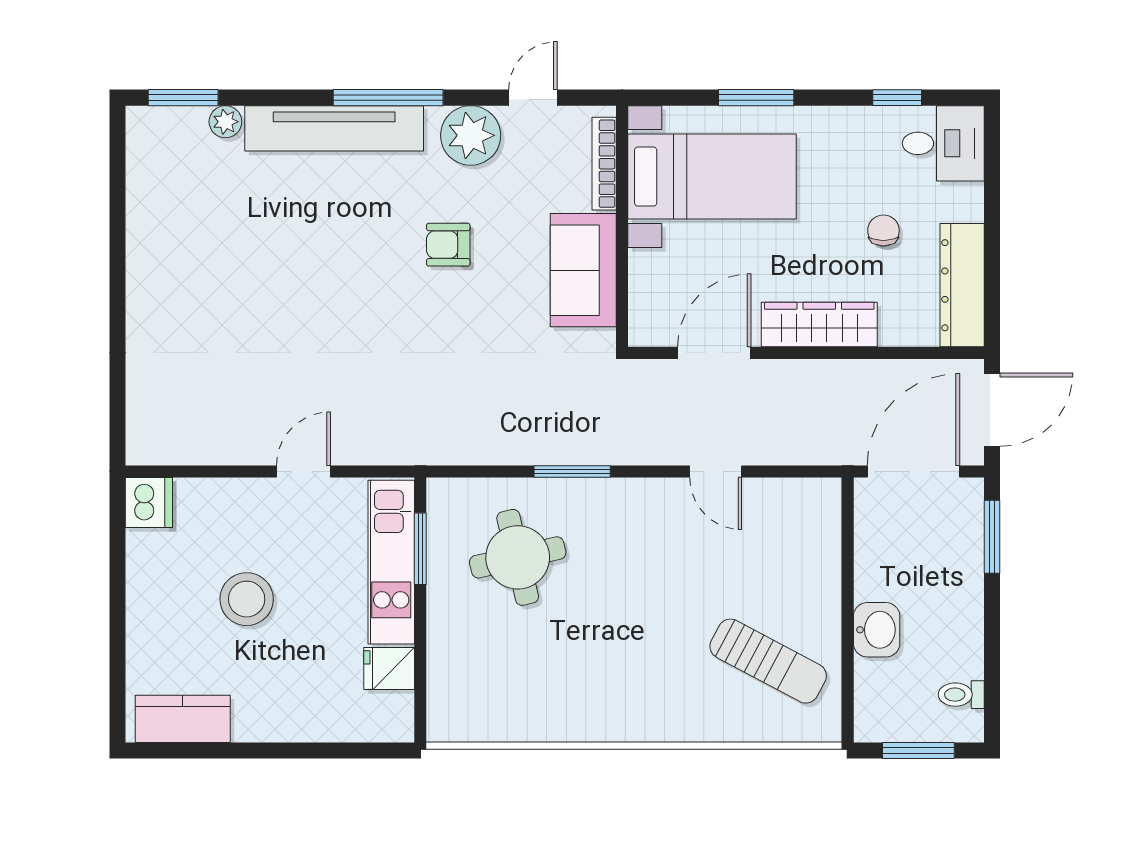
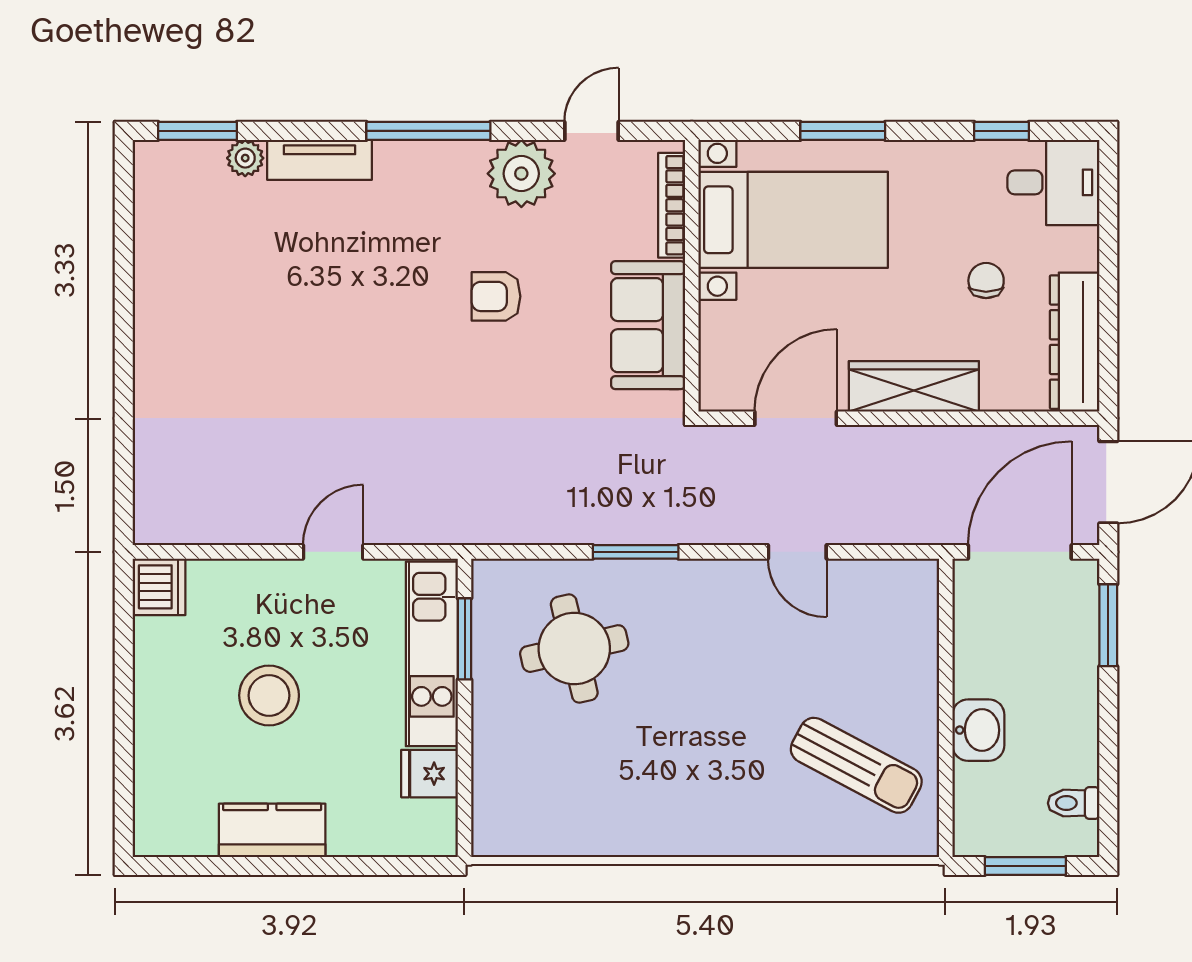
tv unit: (334, 128) -> (319, 160), width x0.52, depth x0.78
kitchen counter: (183, 719) -> (272, 830), moved

